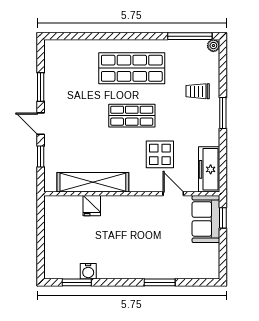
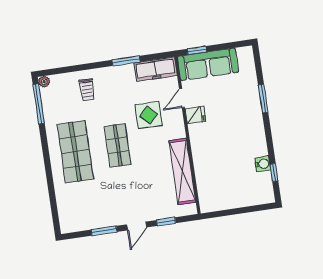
window: (223, 113) -> (126, 61), moved
fridge: (92, 206) -> (195, 115), moved
sofa: (206, 219) -> (208, 64), width x1.36
window: (77, 282) -> (274, 173), width x0.67

